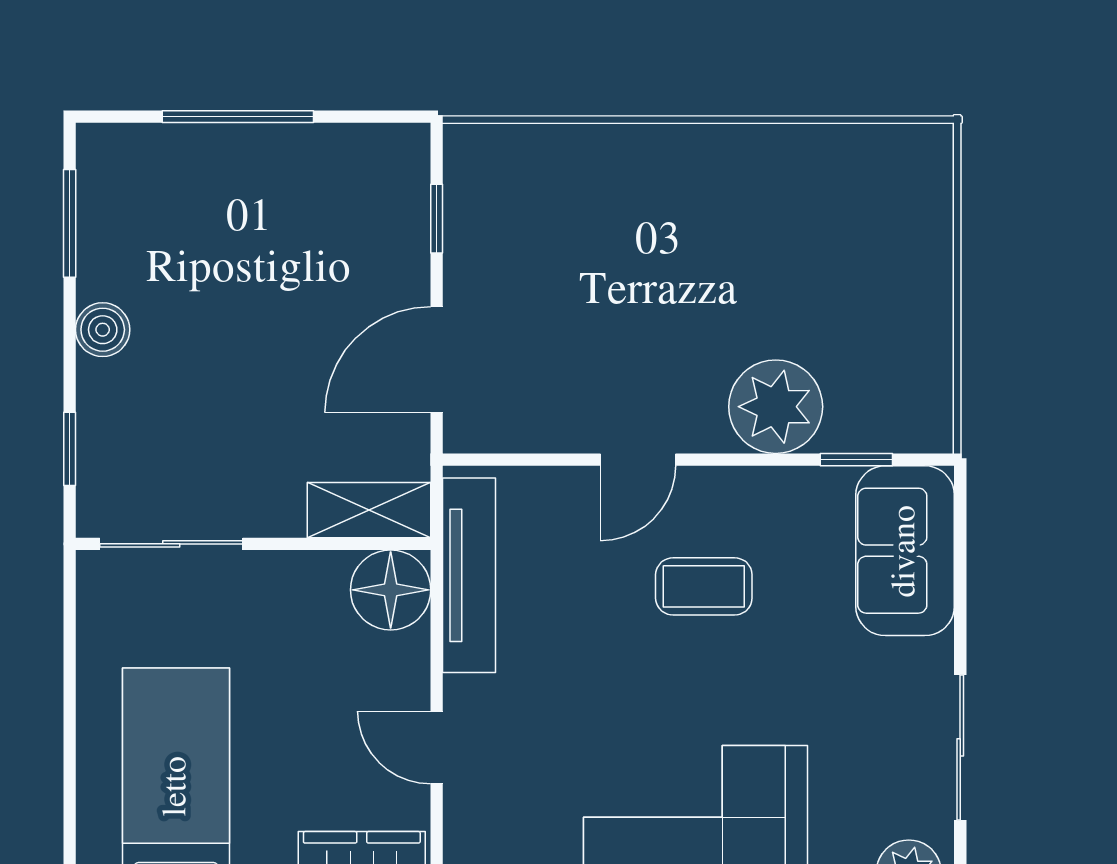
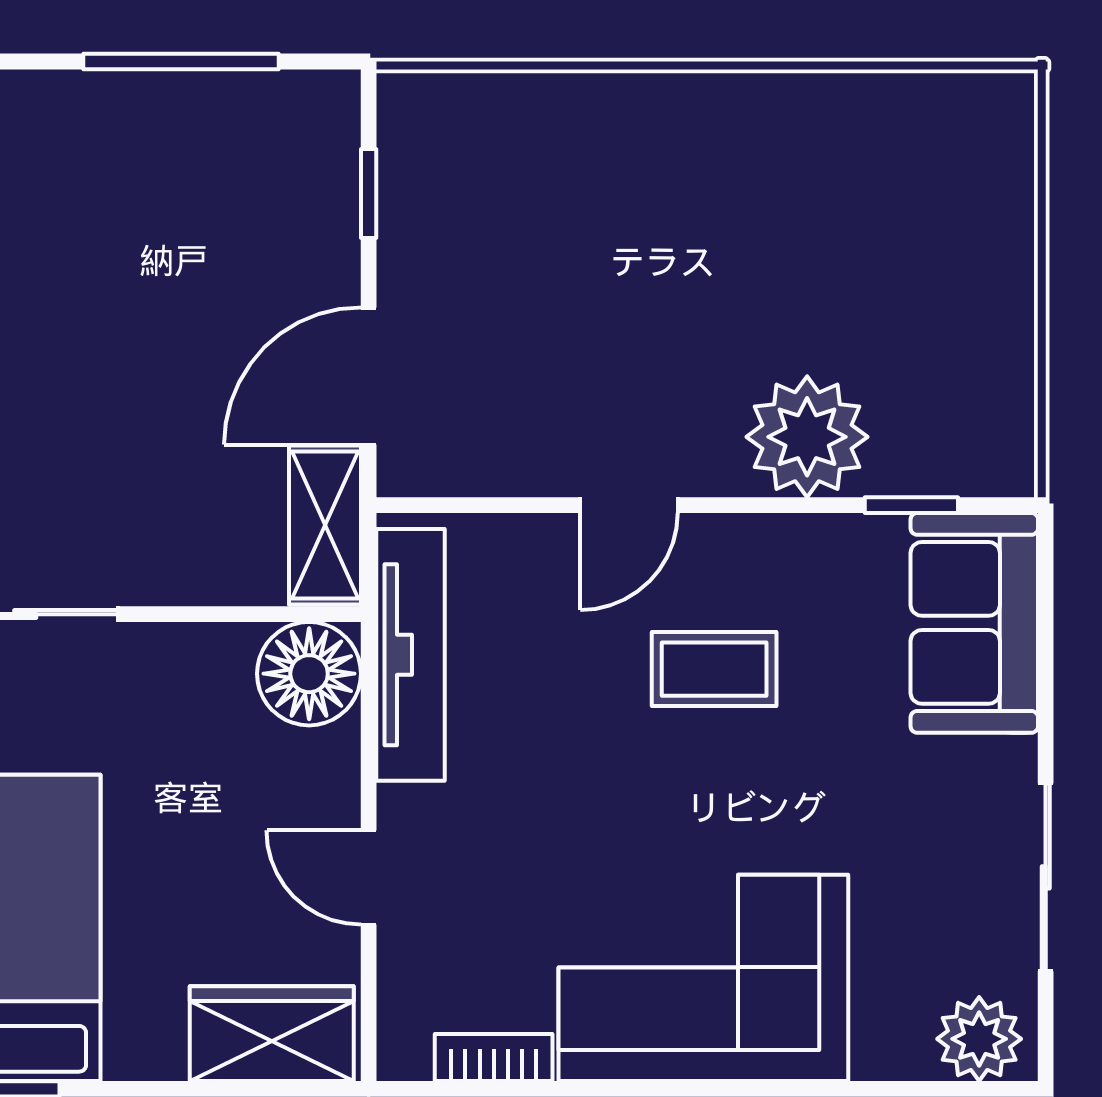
window: (238, 117) -> (181, 62), moved
shelving: (369, 510) -> (325, 525), moved, turned 90

